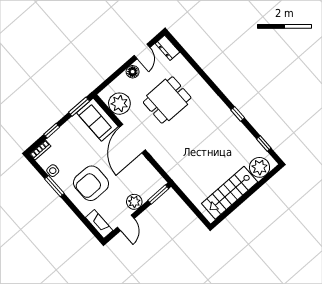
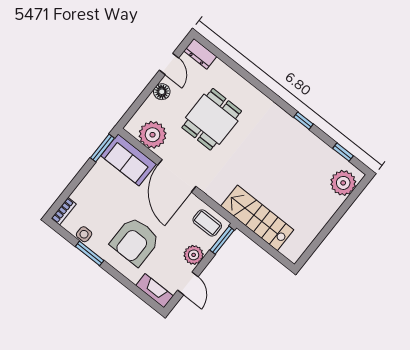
window: (52, 131) -> (74, 184), removed
coffee table: (149, 179) -> (207, 223), added
stairs: (230, 193) -> (257, 218), moved, turned 90

